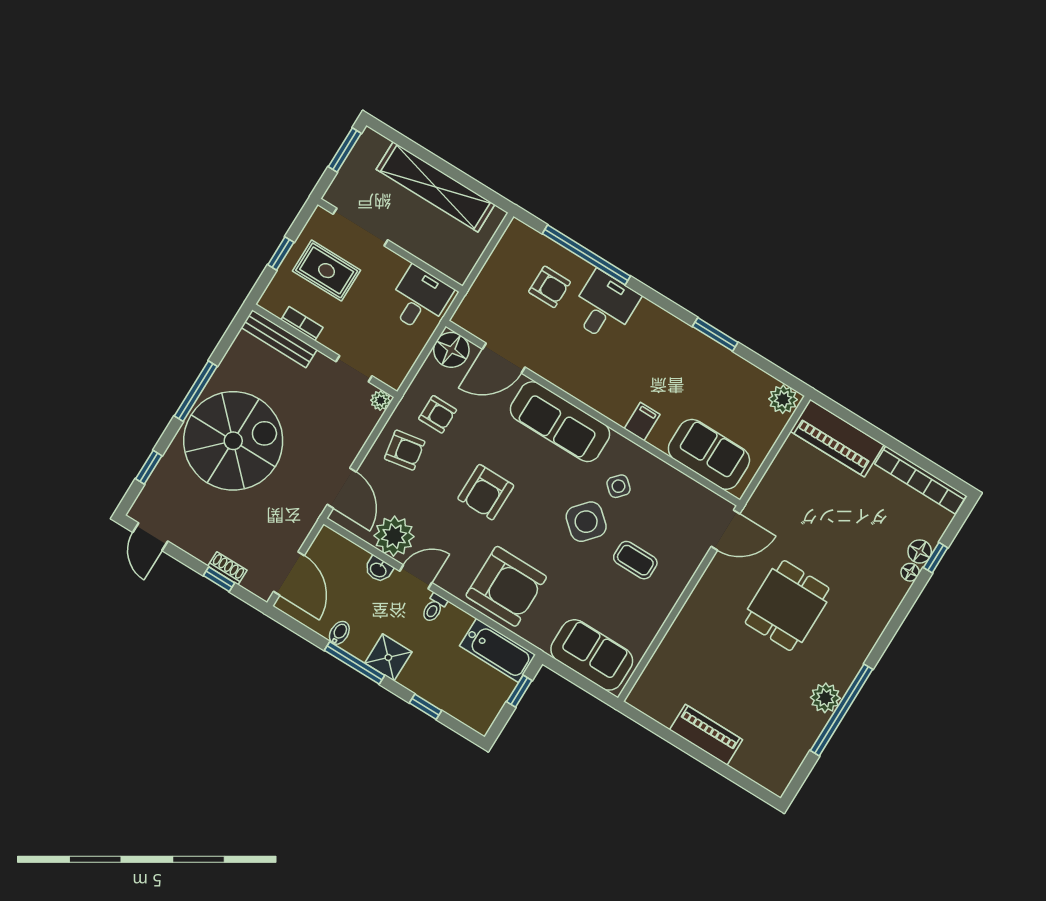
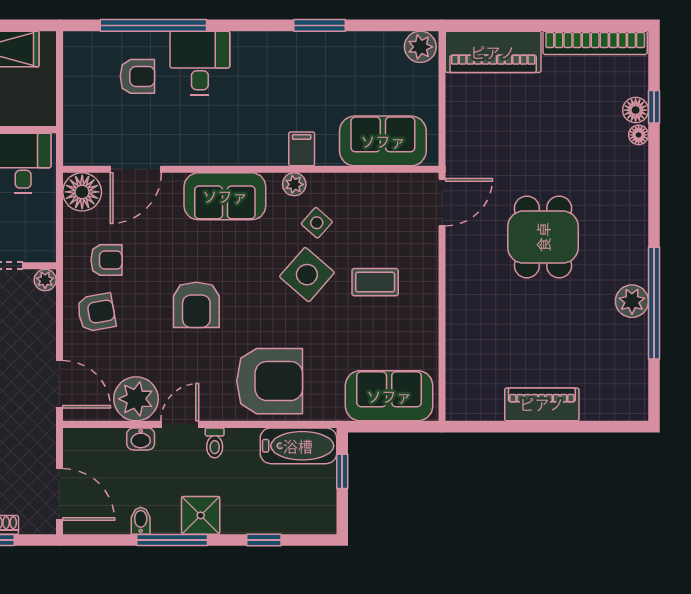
sofa: (560, 422) -> (225, 196), width x0.73
plant: (619, 446) -> (294, 184), added

